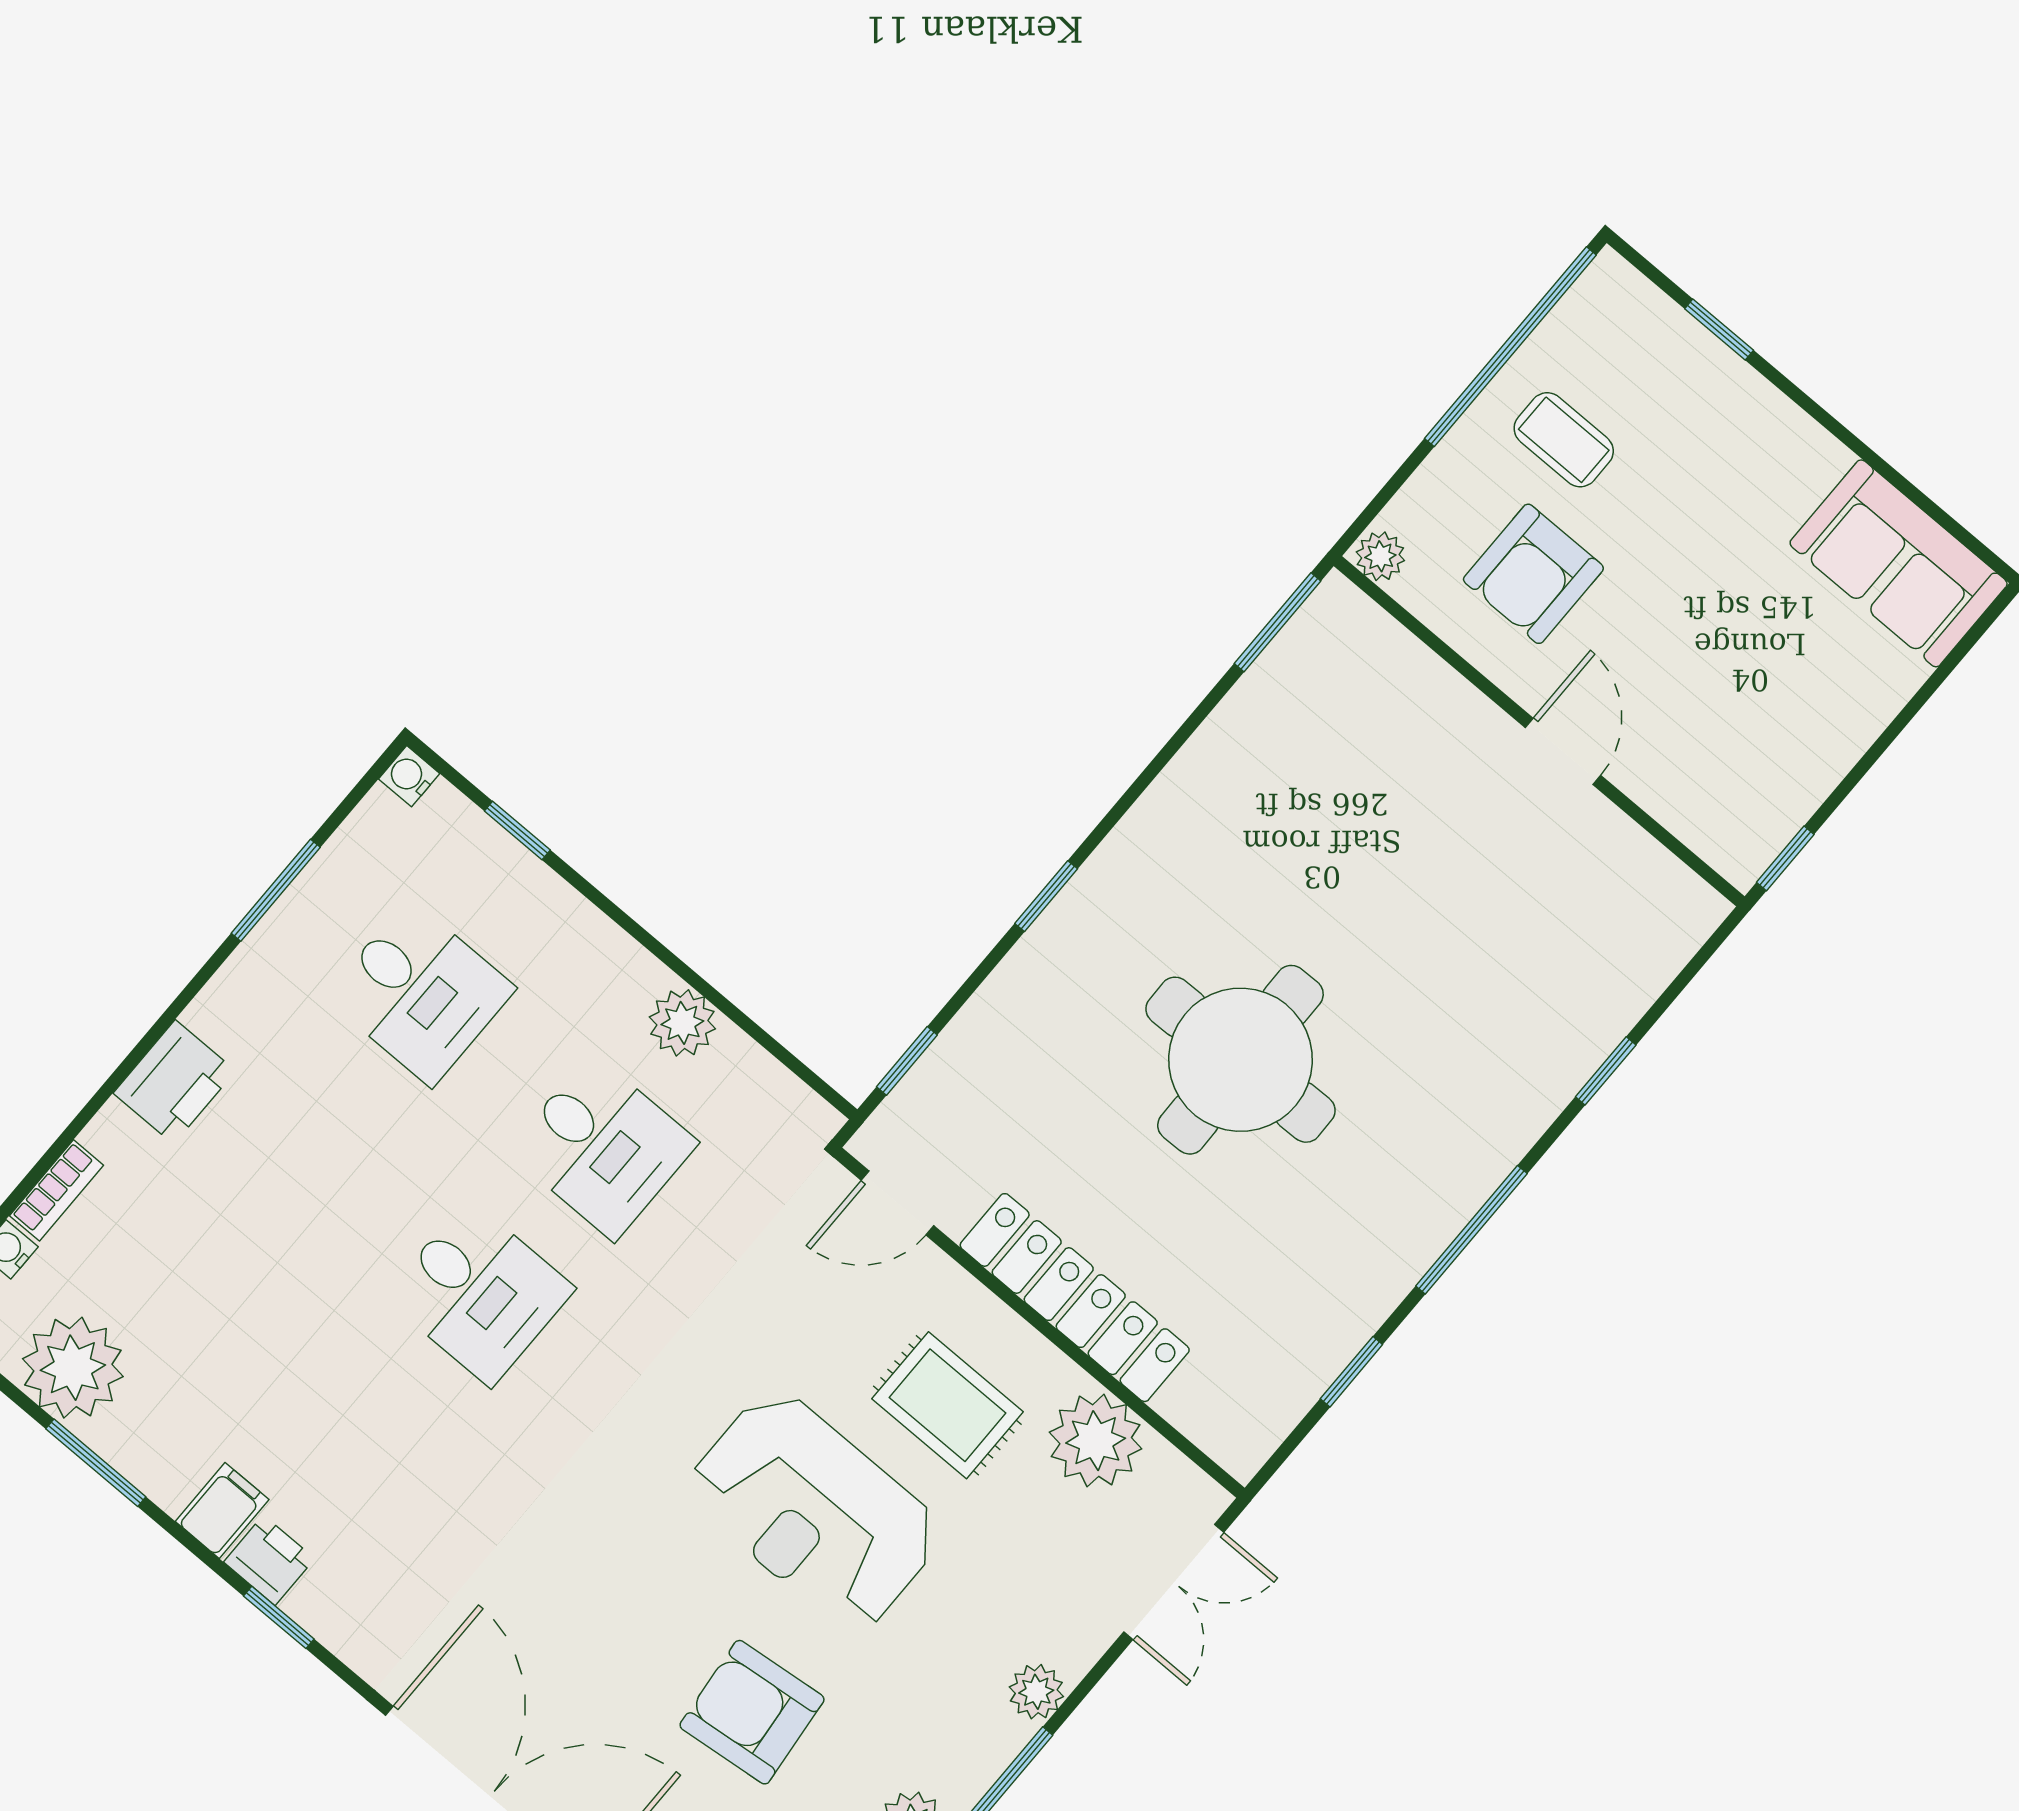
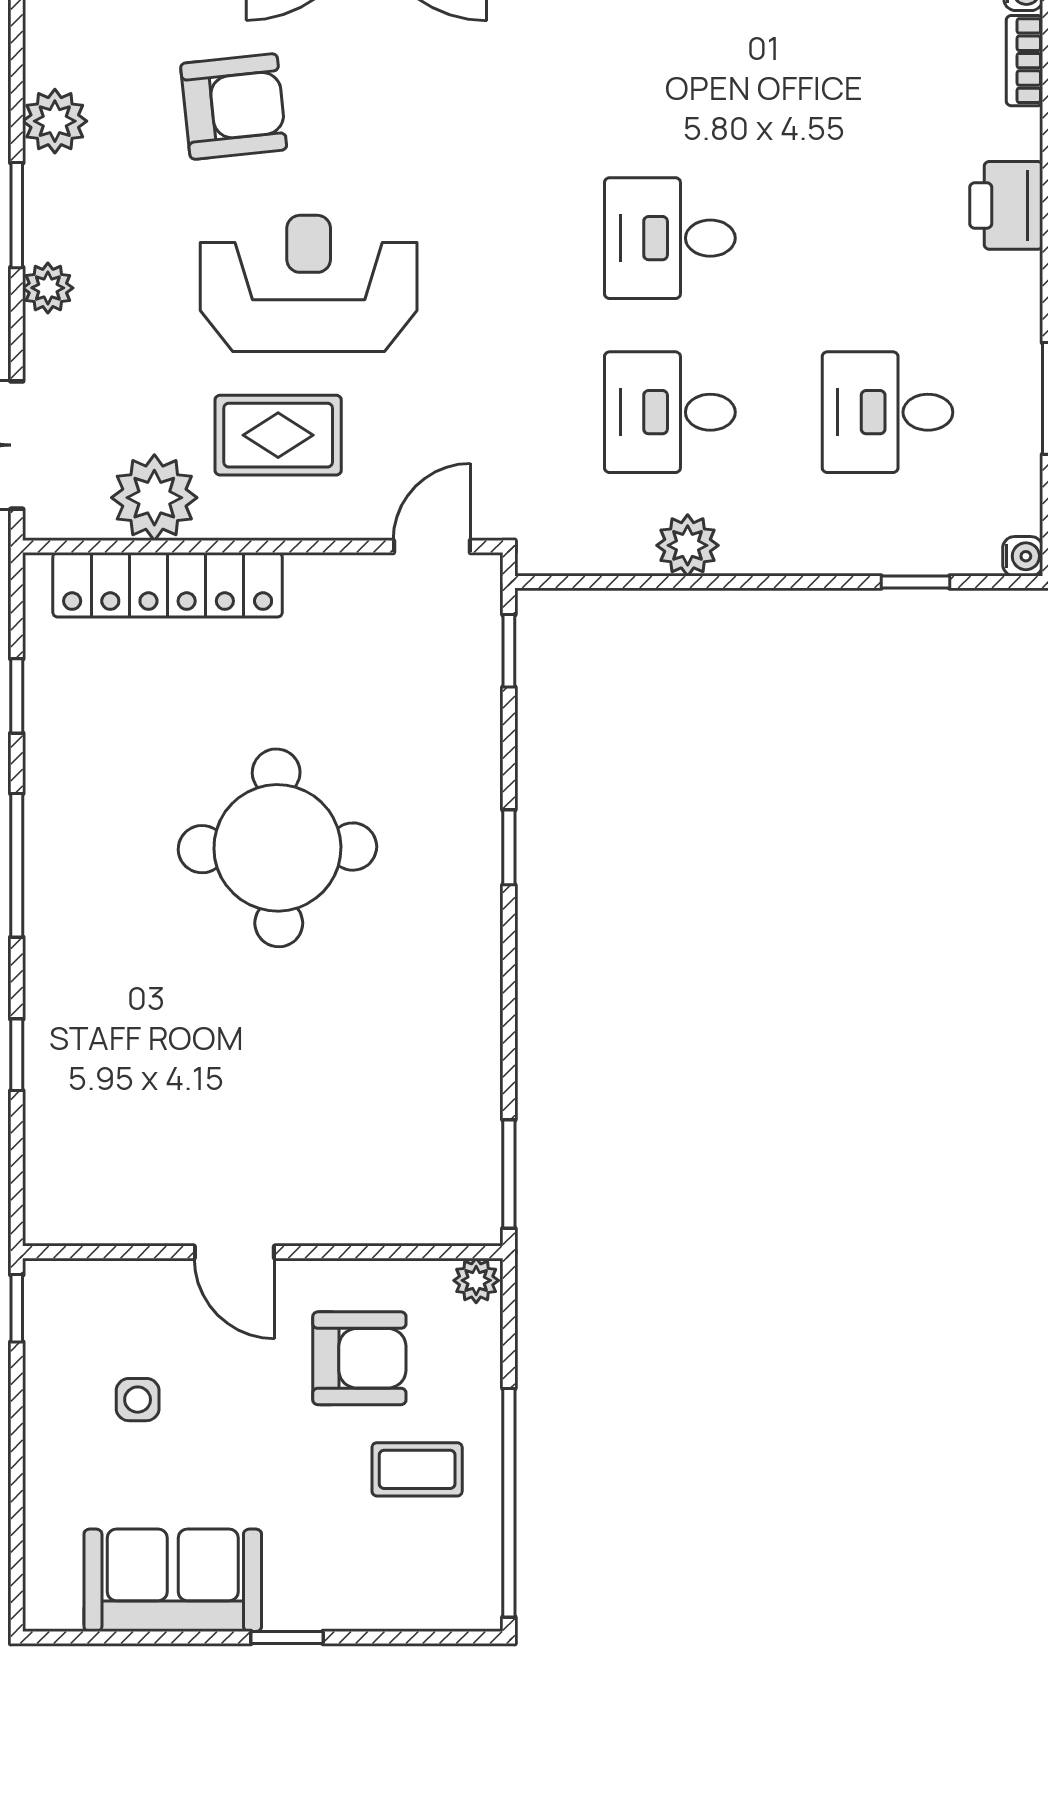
window: (1719, 329) -> (287, 1637), moved
sofa: (1899, 563) -> (173, 1580), moved
armchair: (1533, 574) -> (359, 1358), turned 90
side table: (1749, 696) -> (138, 1400), added
locker: (1075, 1298) -> (168, 585), moved

